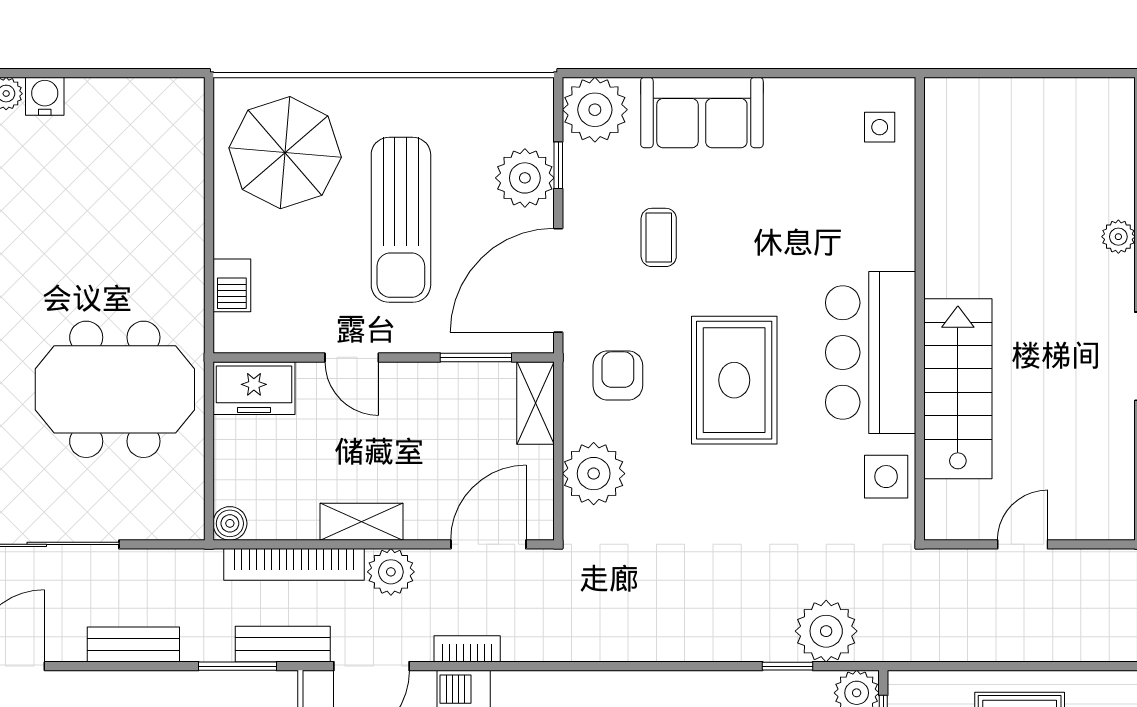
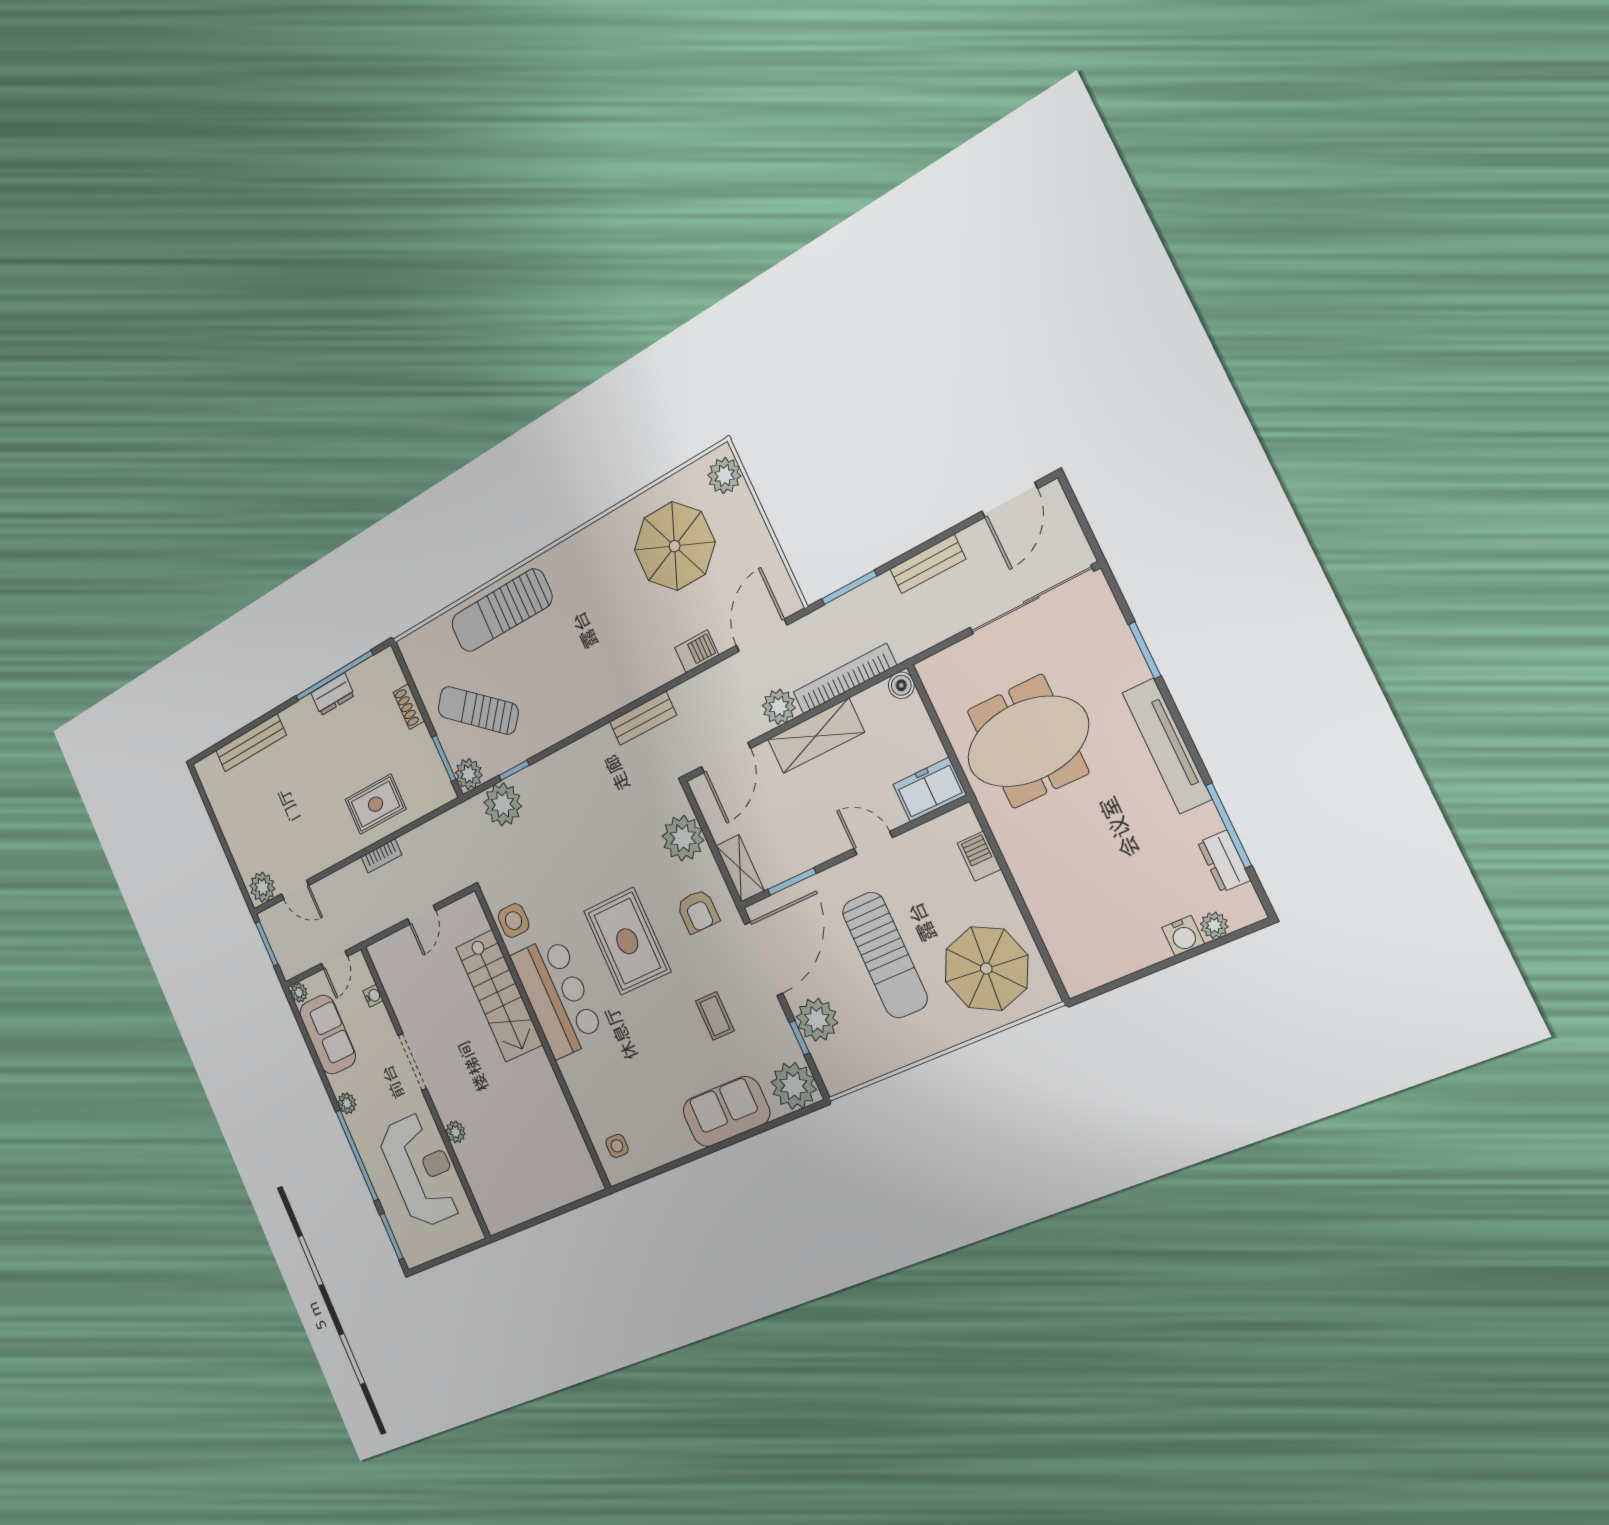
sun lounger: (401, 220) -> (885, 955), turned 180
shelving: (362, 522) -> (816, 736), width x1.50, depth x1.33
bench: (283, 644) -> (643, 718), moved
bookcase: (467, 649) -> (381, 856), moved

